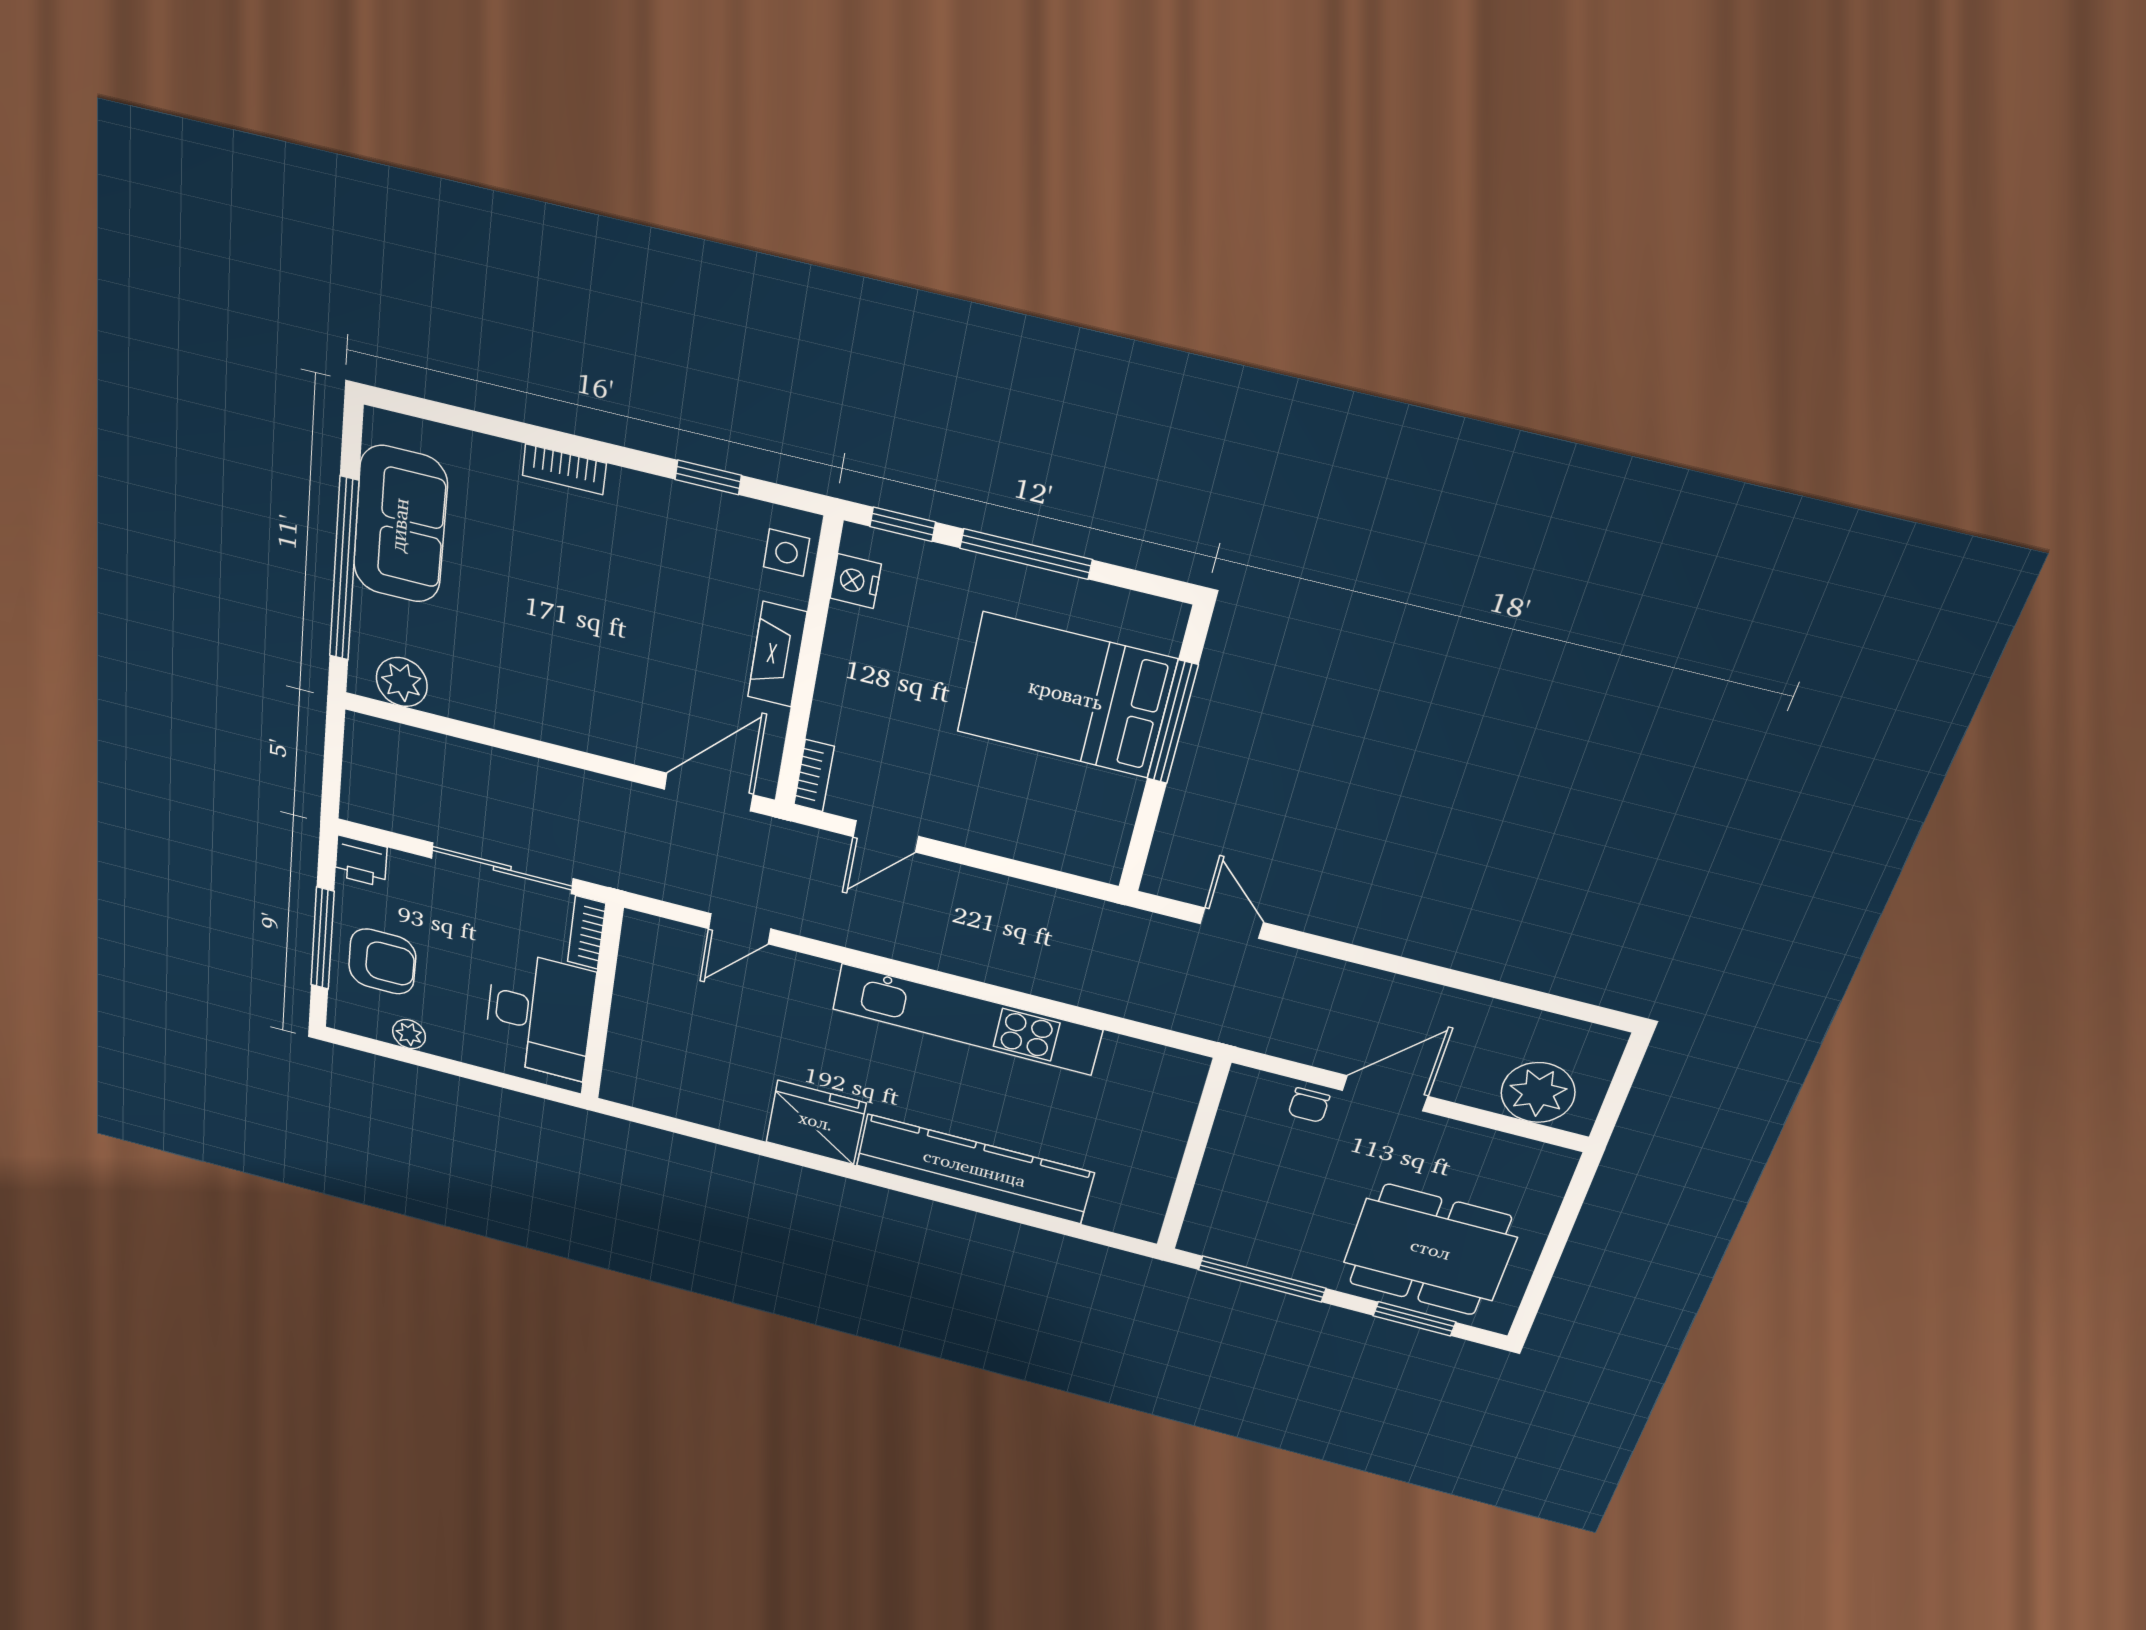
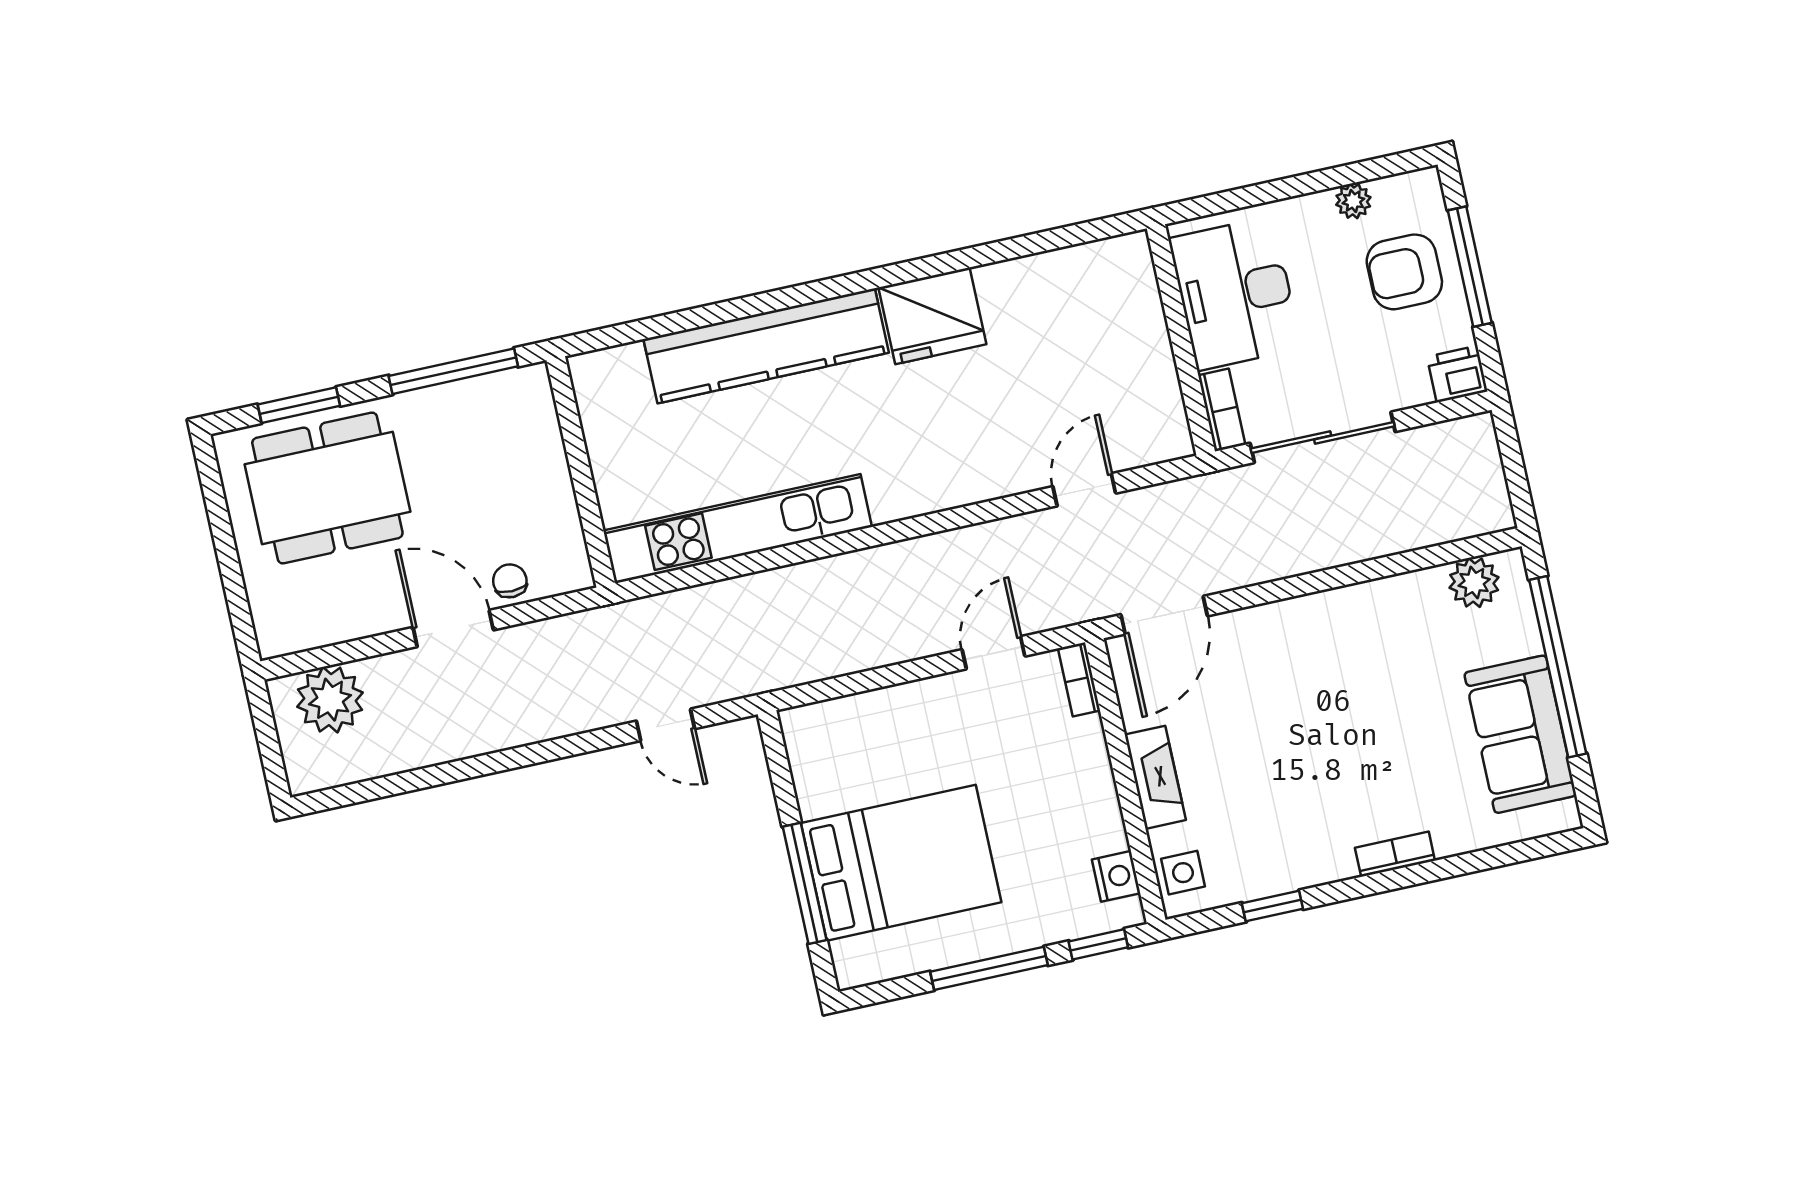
kitchen unit: (967, 1019) -> (738, 529), moved
door: (1385, 1093) -> (453, 629), swing flipped

